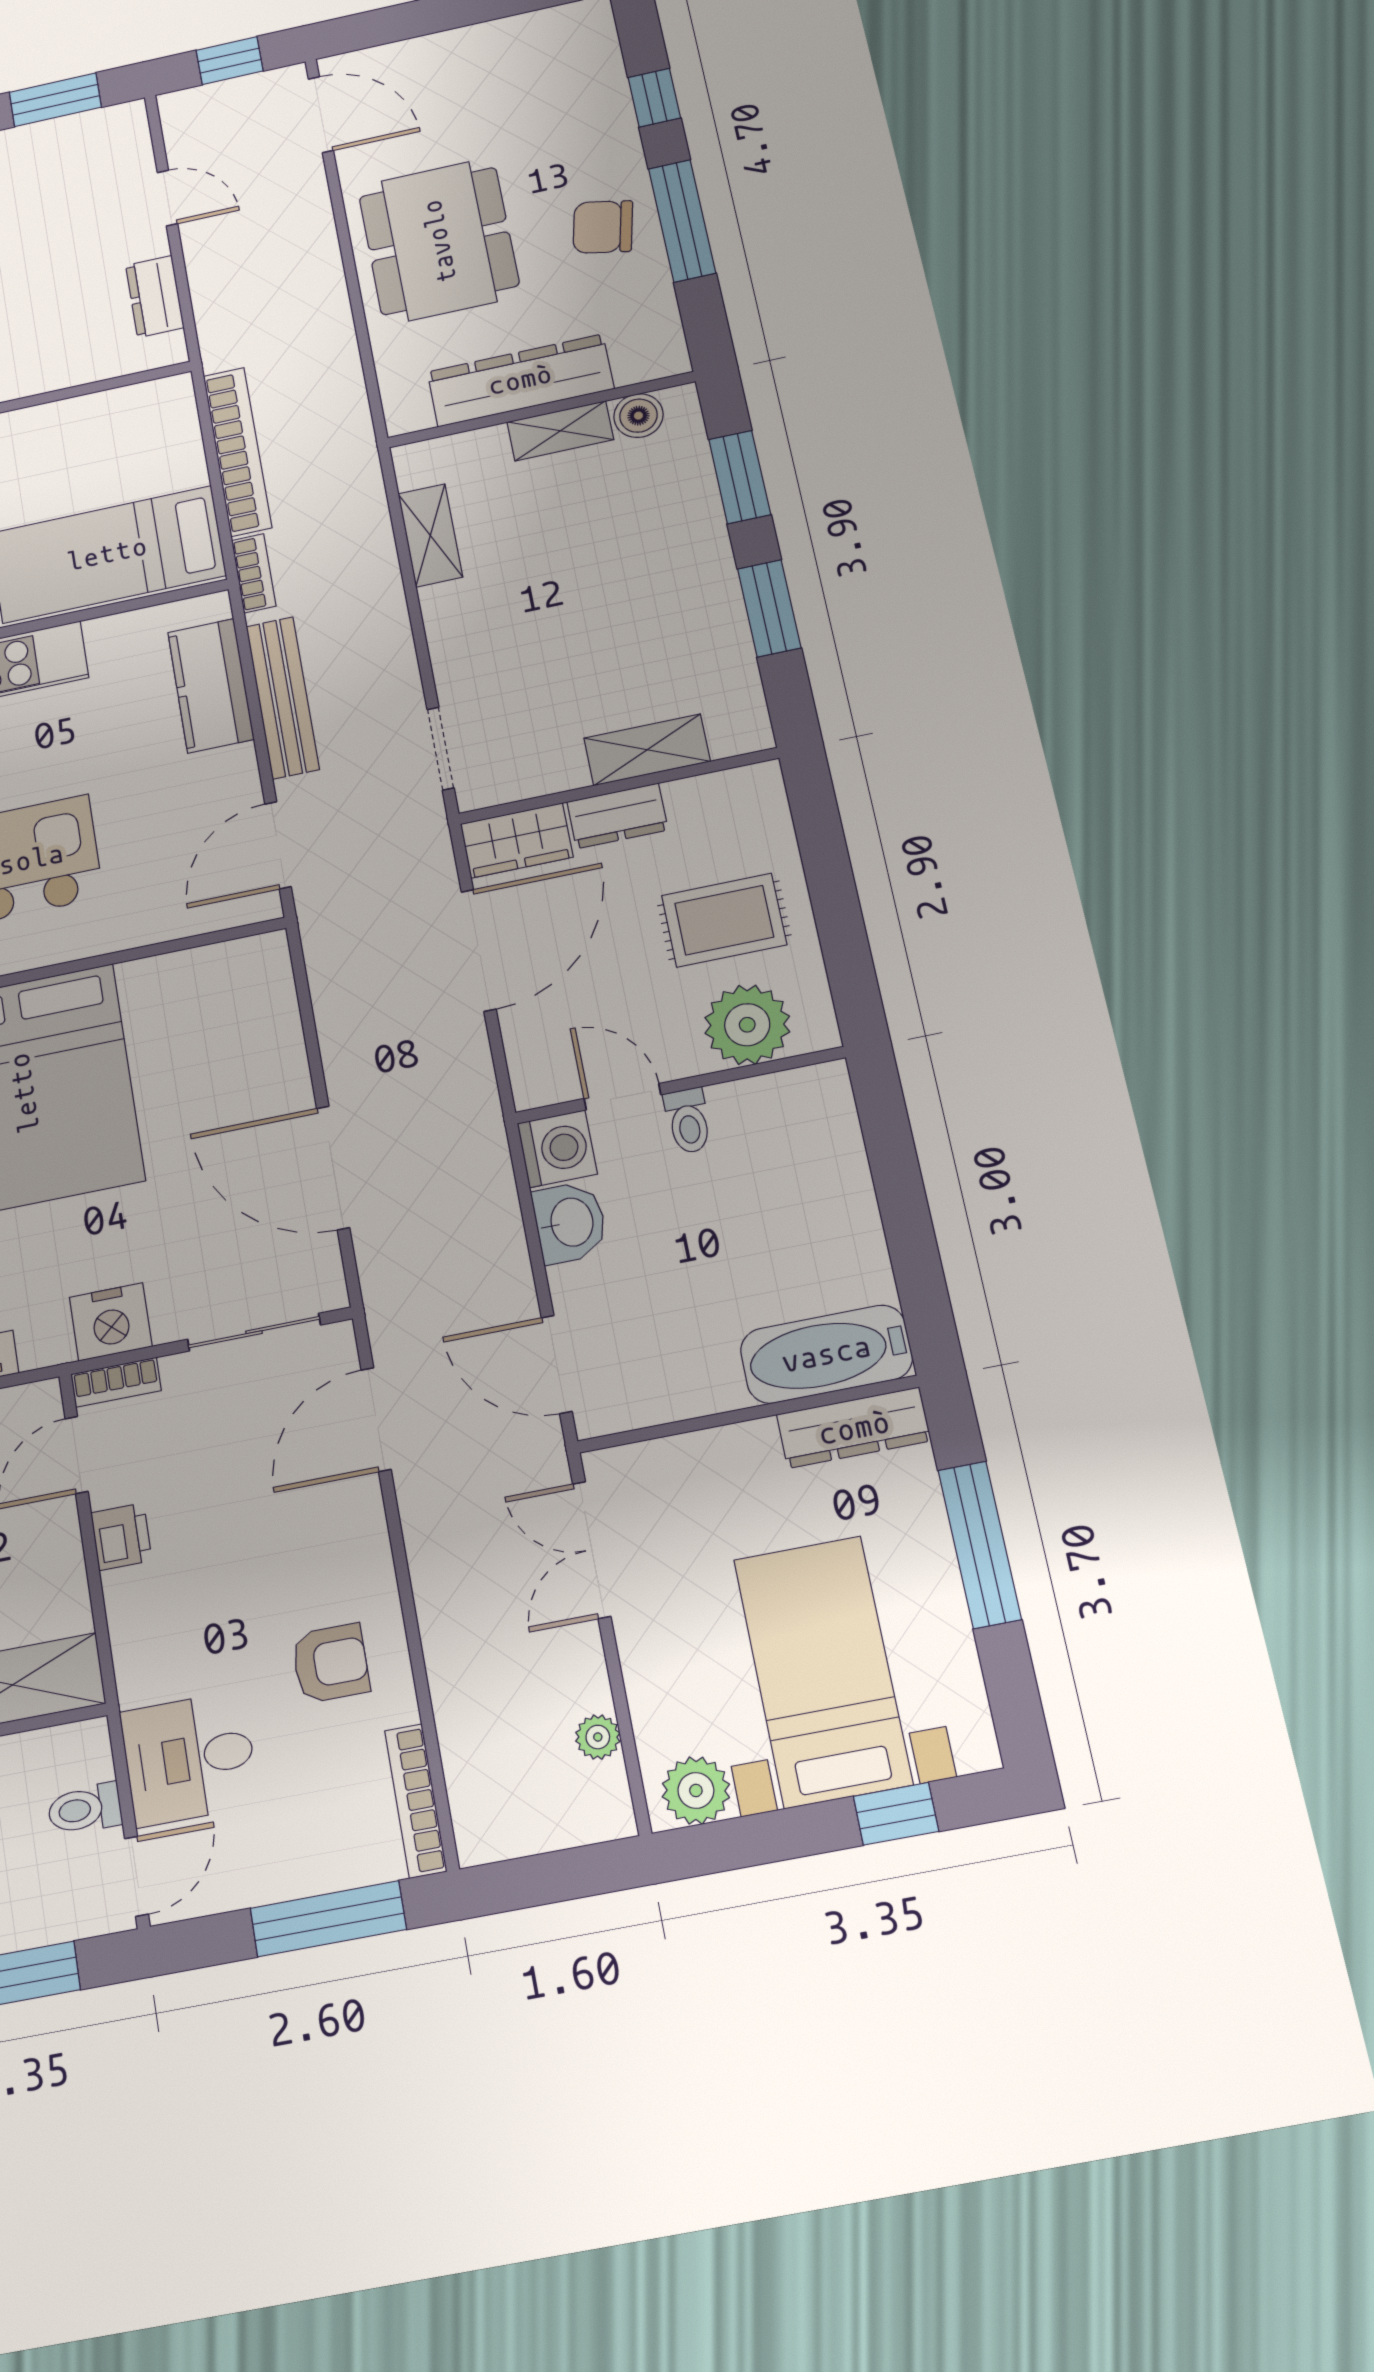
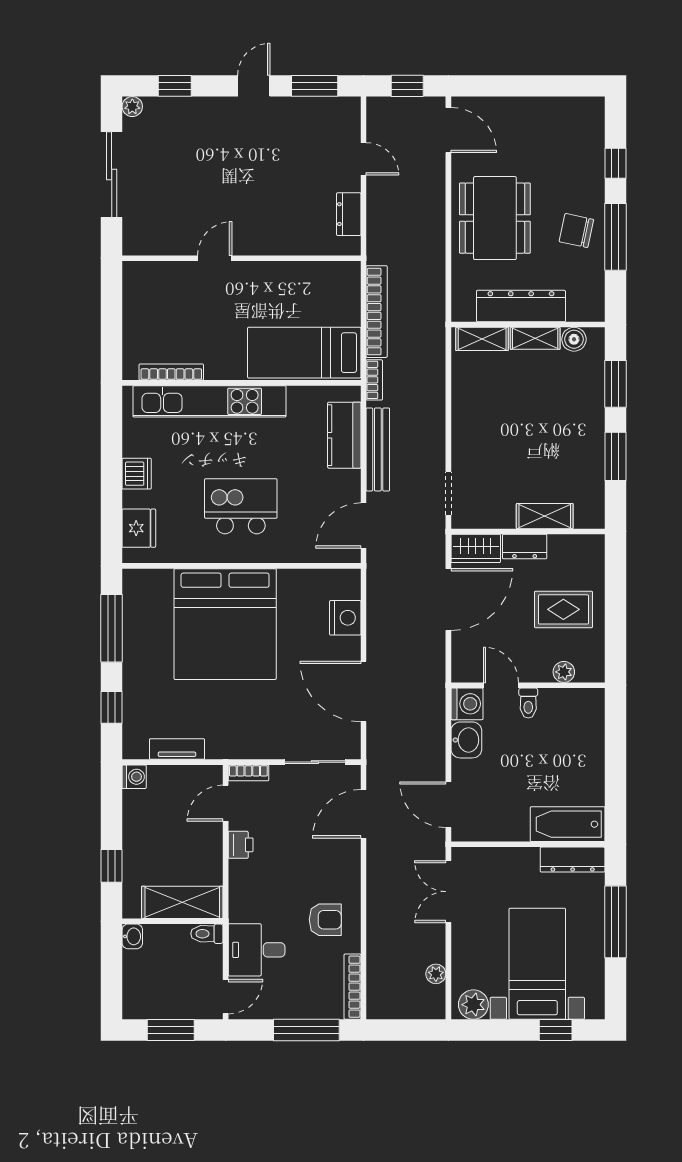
shelving: (430, 535) -> (482, 339), moved, turned 90
plant: (747, 1025) -> (564, 672), width x0.53, depth x0.53
nightstand: (111, 1322) -> (345, 618), moved, turned -90
toilet: (85, 1809) -> (207, 934), moved

